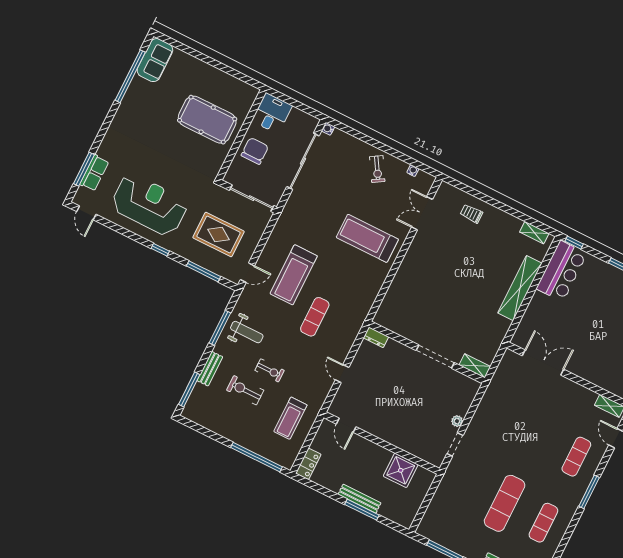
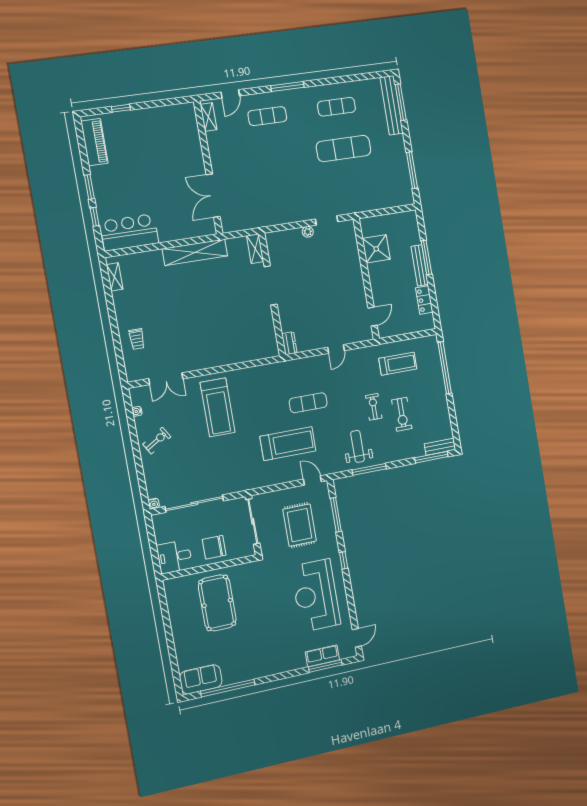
window: (574, 243) -> (95, 217), moved
shelving: (520, 288) -> (195, 252), moved
bench: (210, 369) -> (440, 447), moved
locker: (308, 464) -> (424, 300), moved, turned -90

